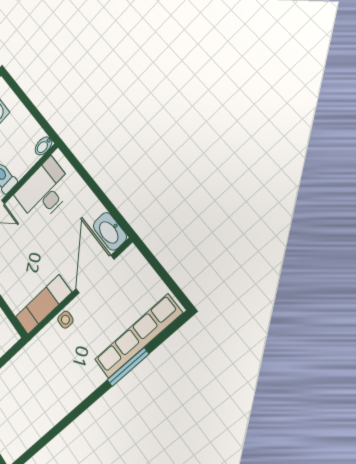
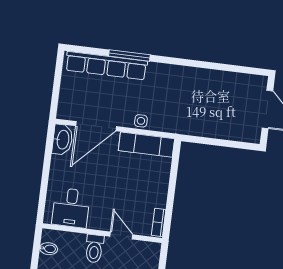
bidet: (43, 146) -> (49, 249), moved
desk: (44, 191) -> (71, 208), width x0.73

